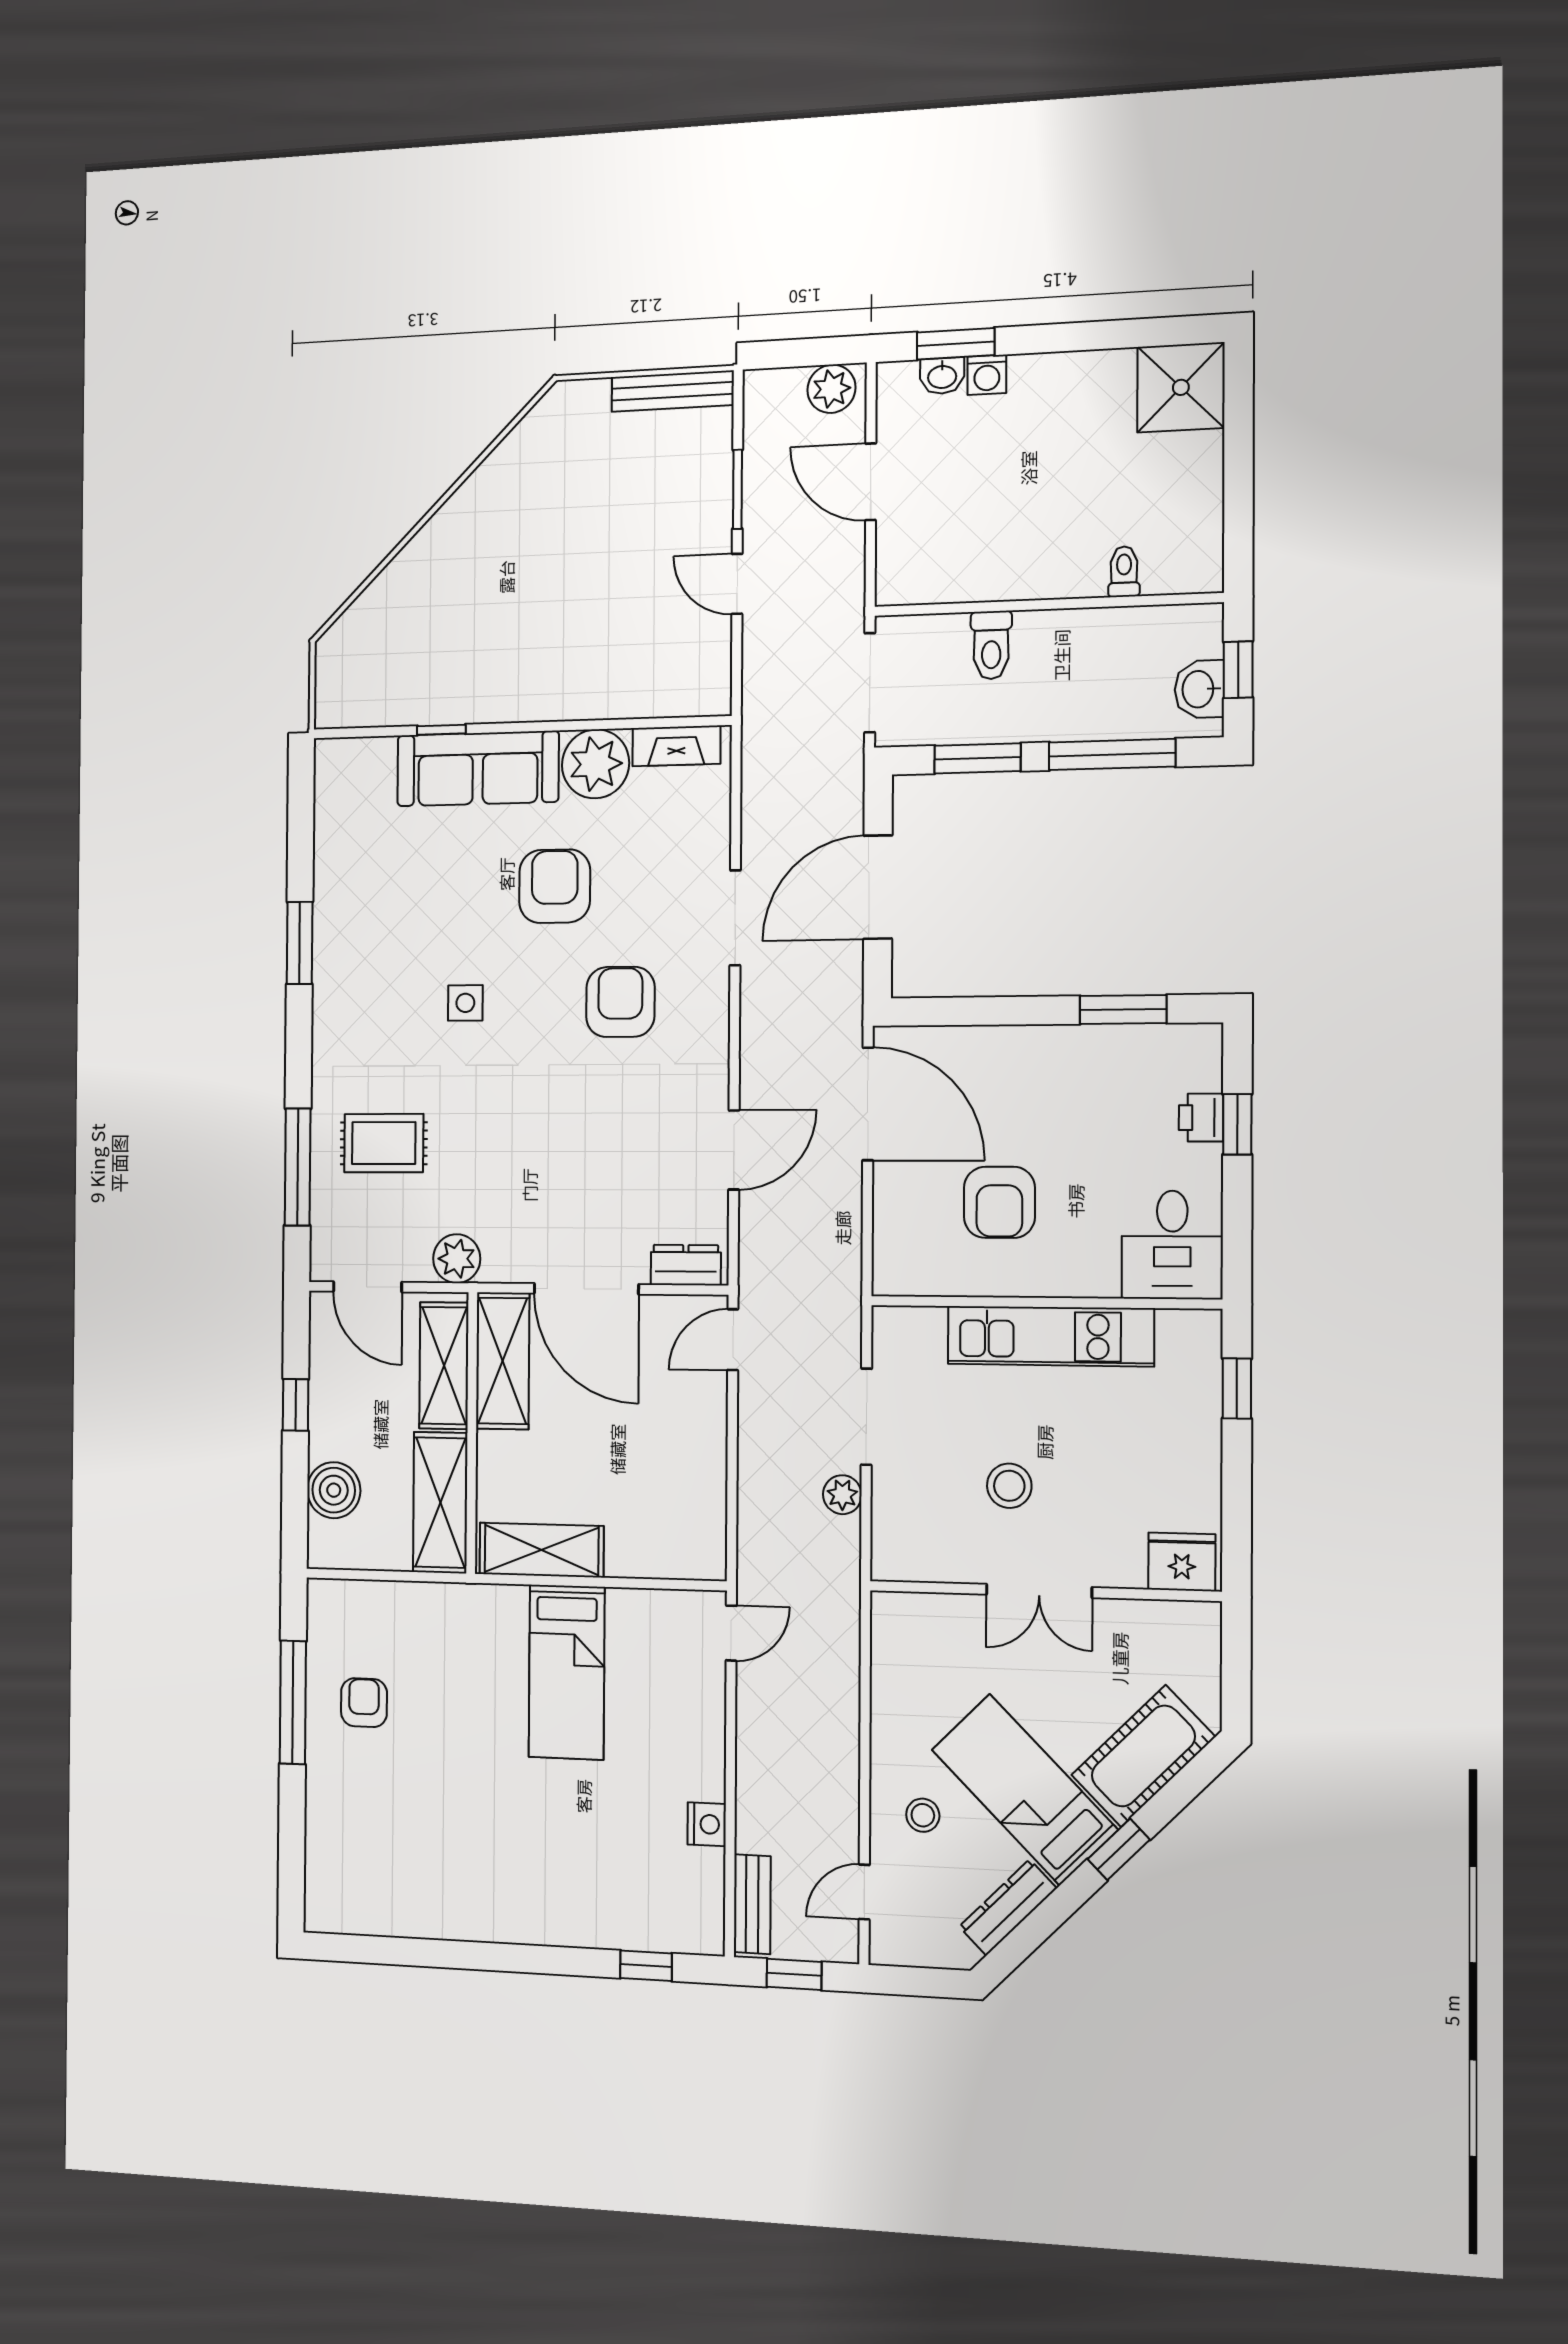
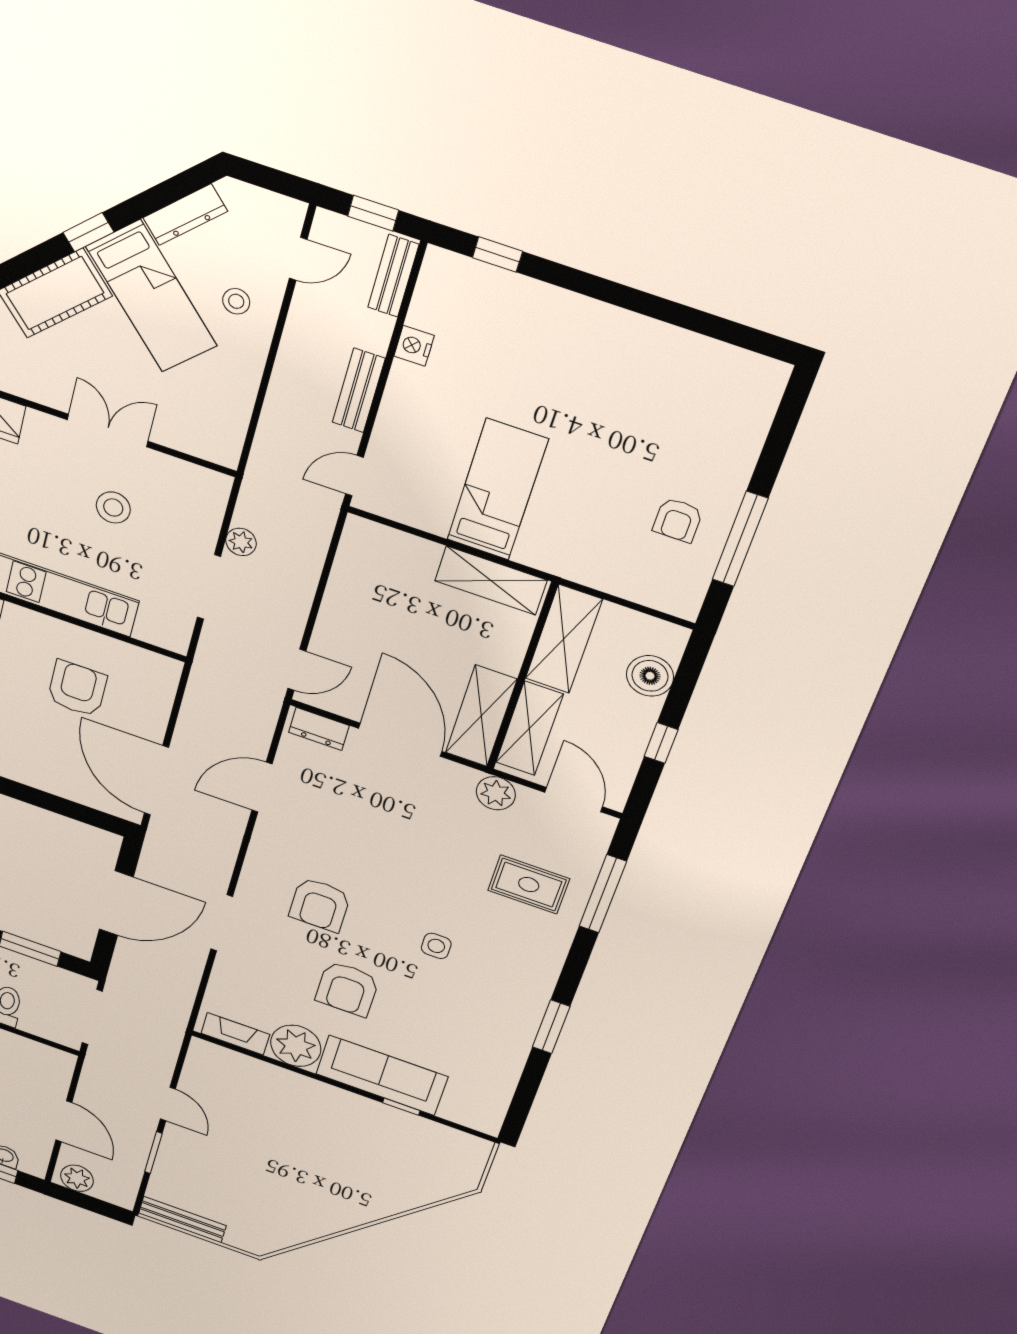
bench: (754, 1747) -> (359, 390), added

